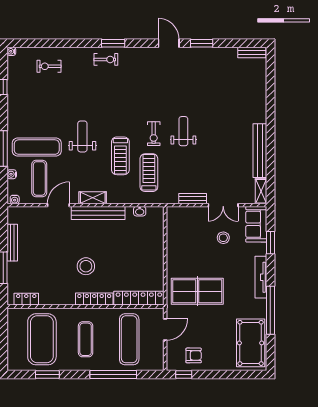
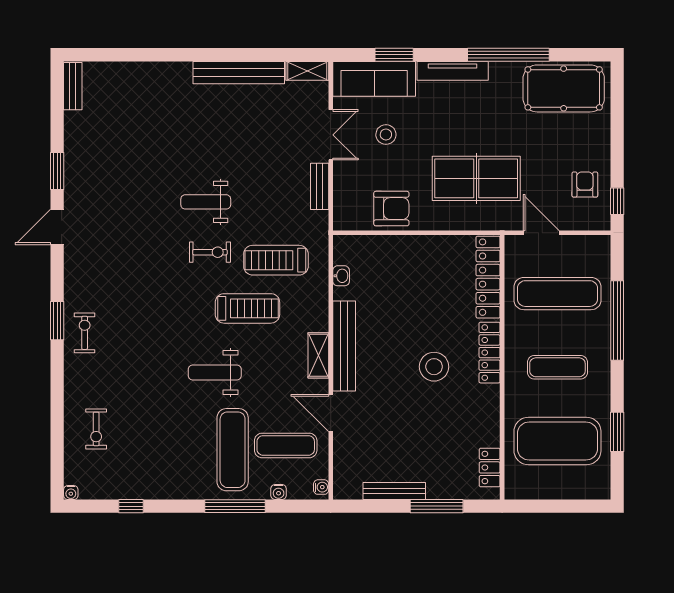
sofa: (256, 224) -> (374, 79), width x1.36
armchair: (179, 241) -> (391, 209), added
table tennis table: (197, 291) -> (476, 178), turned 90

